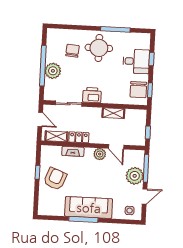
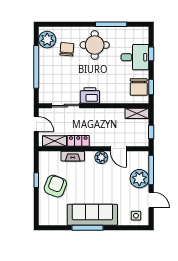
plant: (53, 71) -> (47, 40), moved
shelving: (113, 113) -> (137, 113), moved
door: (145, 197) -> (151, 200), hinge flipped

